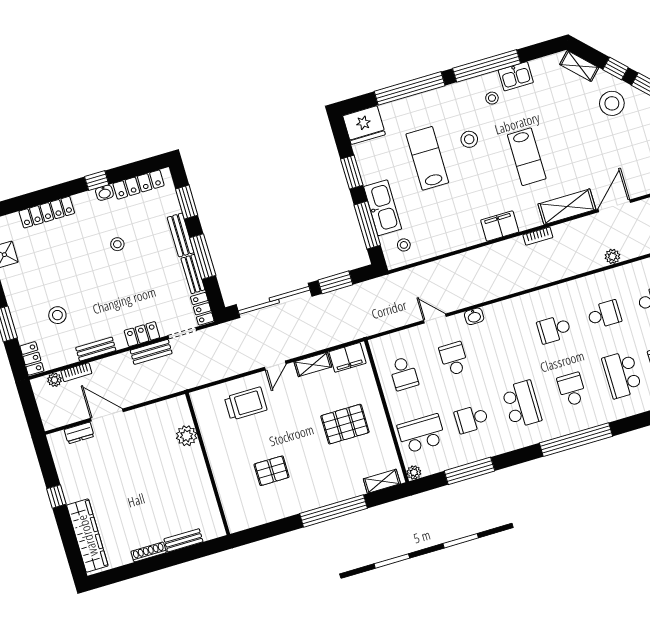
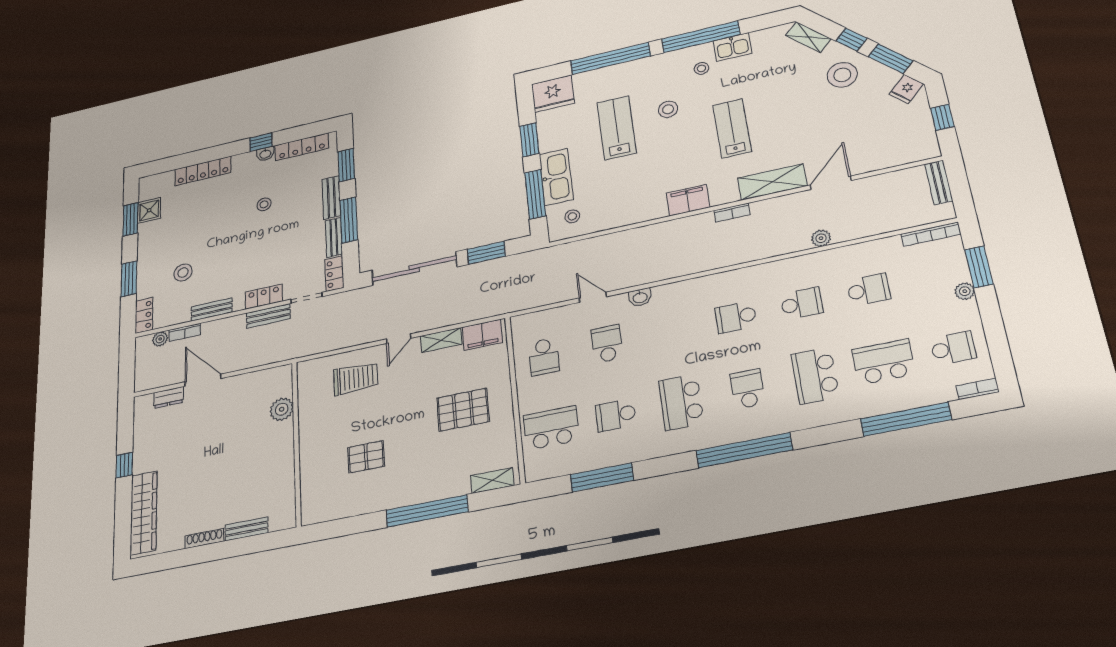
lab bench: (527, 157) -> (732, 128), turned 180
school desk: (522, 404) -> (681, 402), turned 180
plant: (414, 472) -> (533, 473), removed

